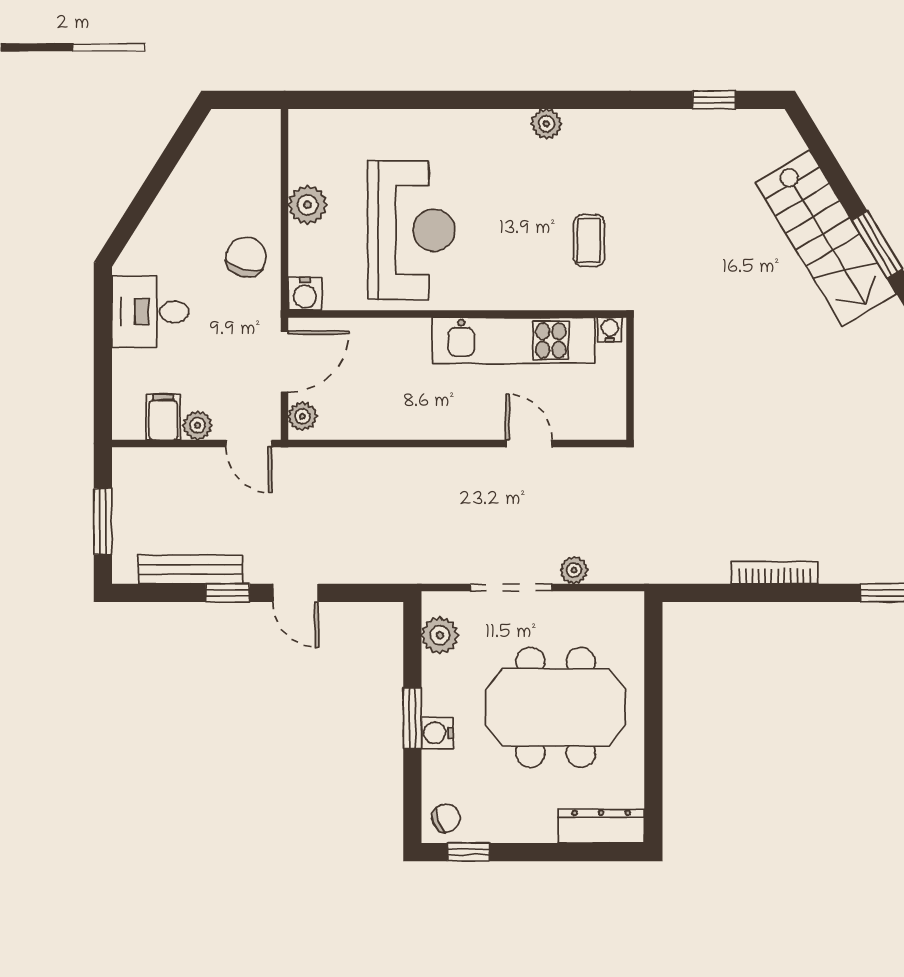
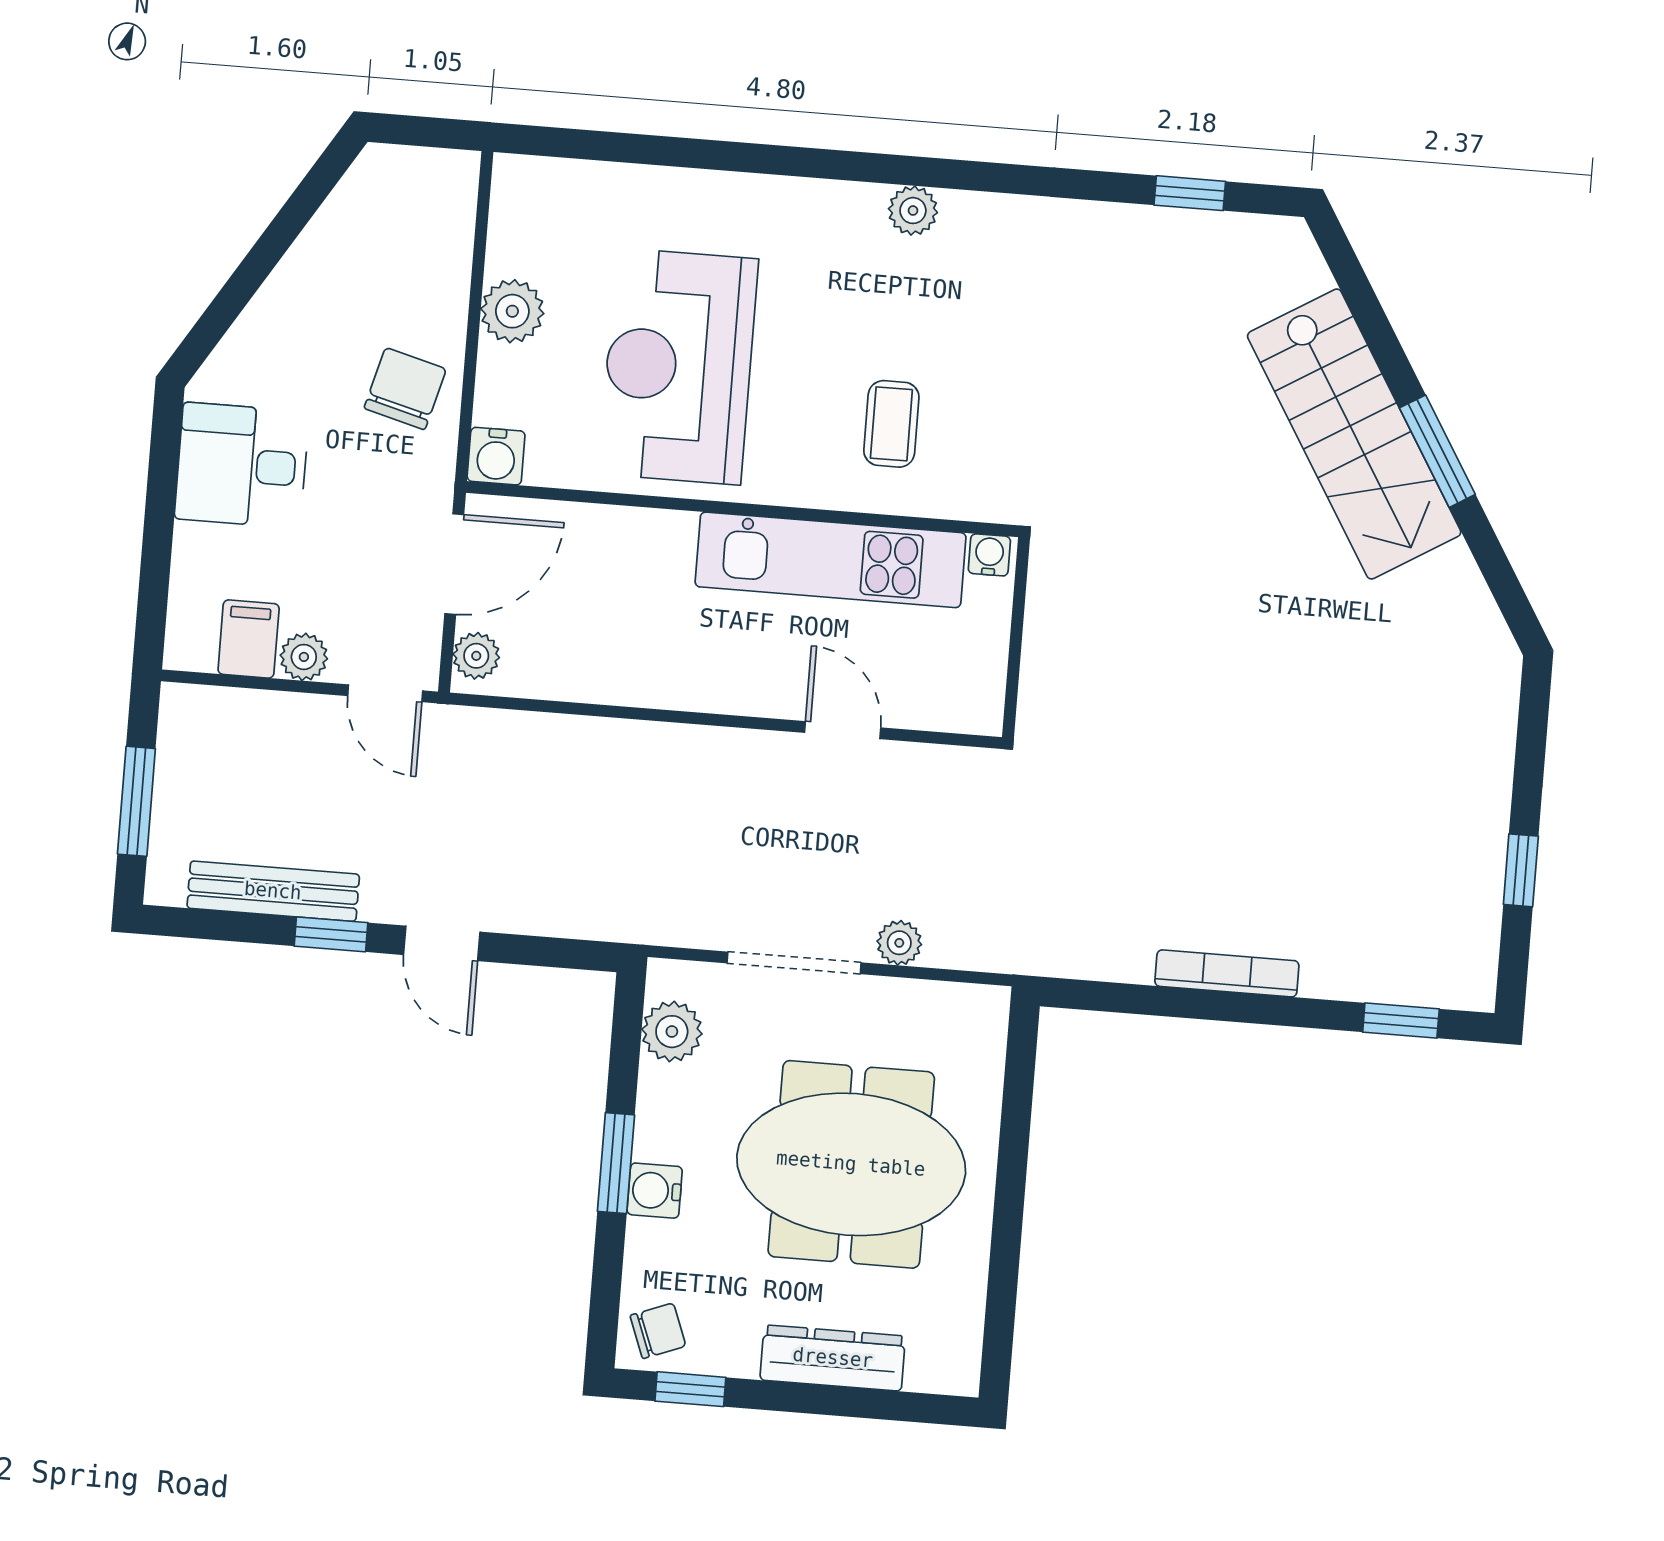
reception desk: (411, 230) -> (678, 366), turned 180
coffee table: (589, 241) -> (891, 424), moved
dresser: (601, 826) -> (833, 1358), moved

